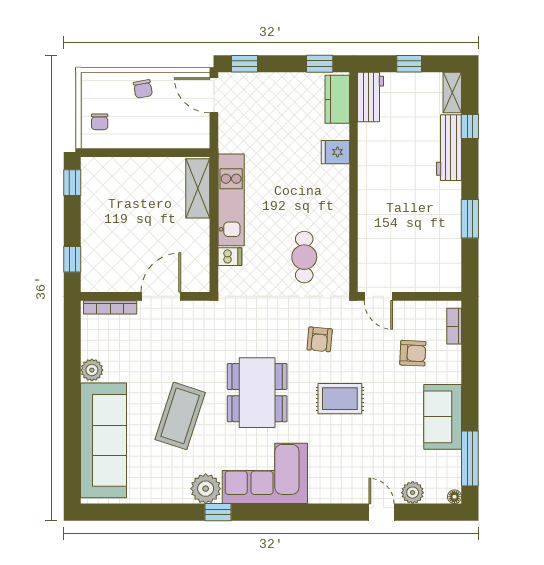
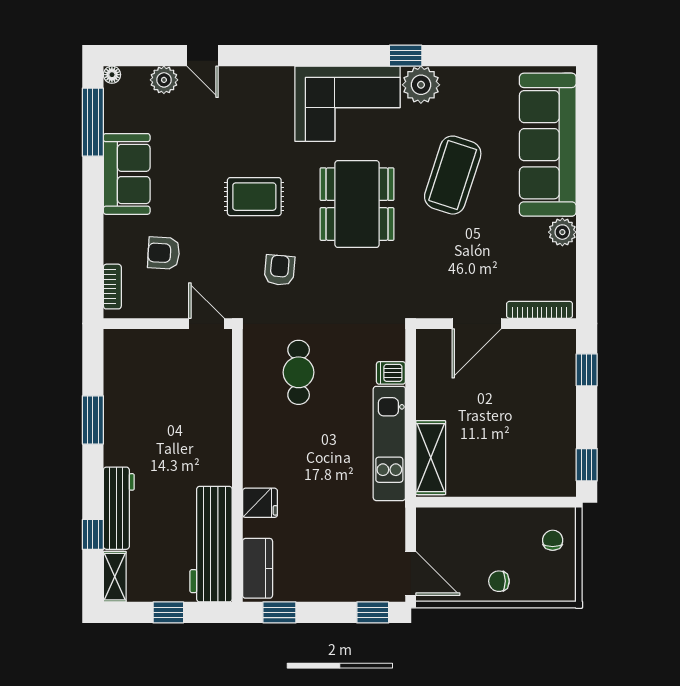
chair: (143, 89) -> (499, 581), turned -80
workbench: (371, 97) -> (211, 544), width x1.87, depth x1.32

